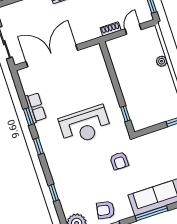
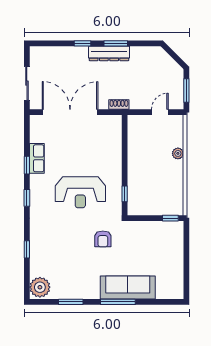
shoe rack: (111, 29) -> (119, 105), moved
armchair: (106, 210) -> (73, 284), removed

